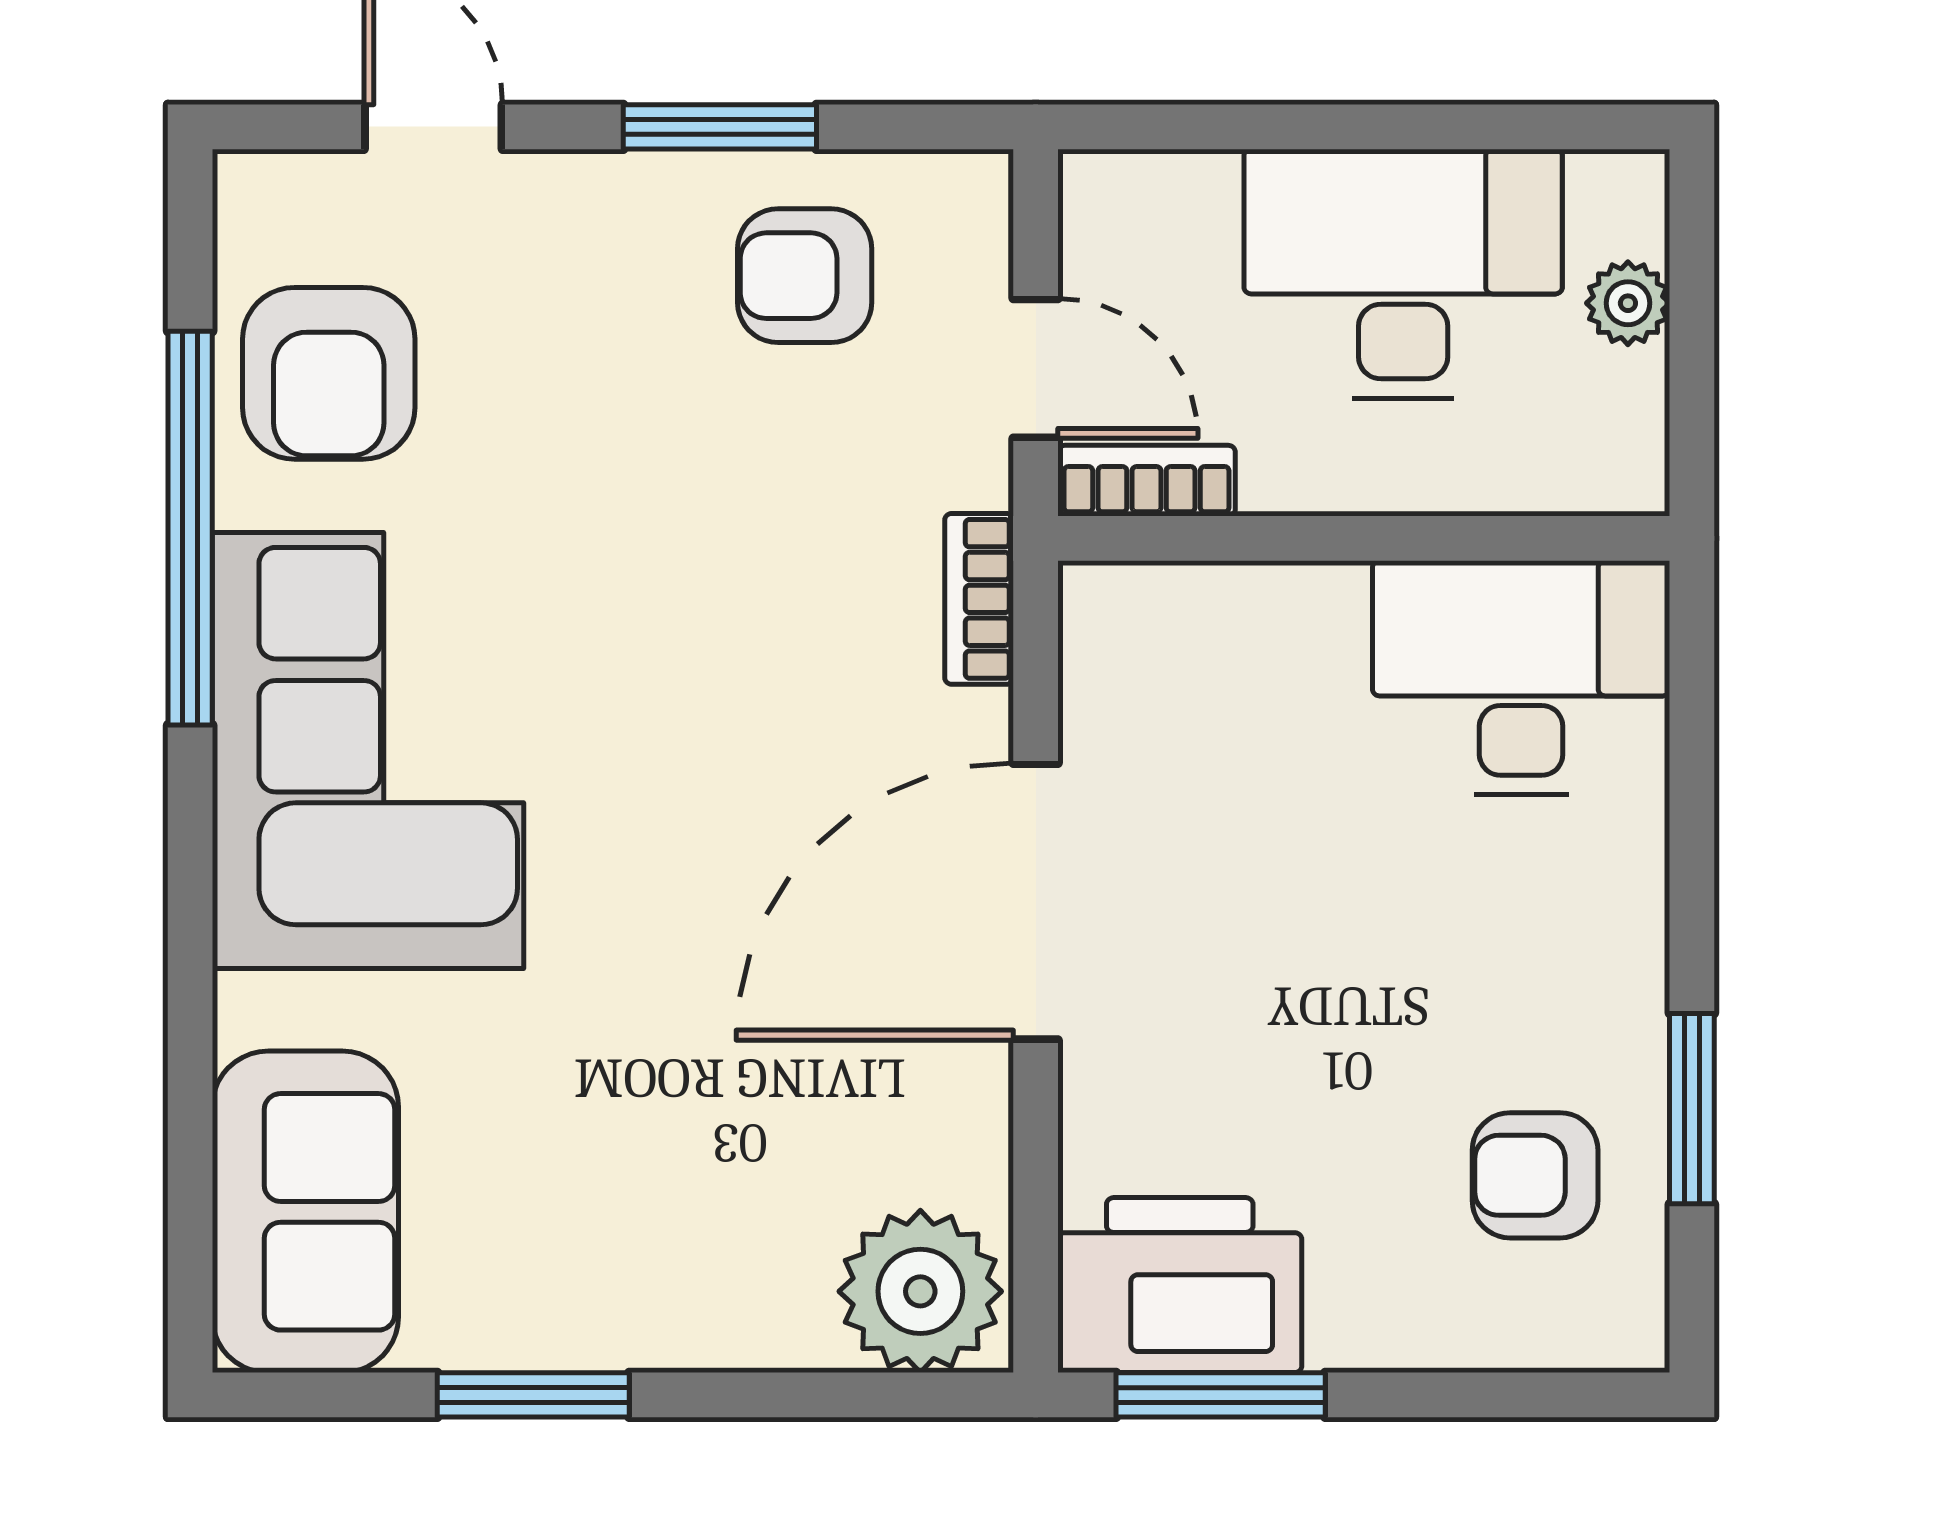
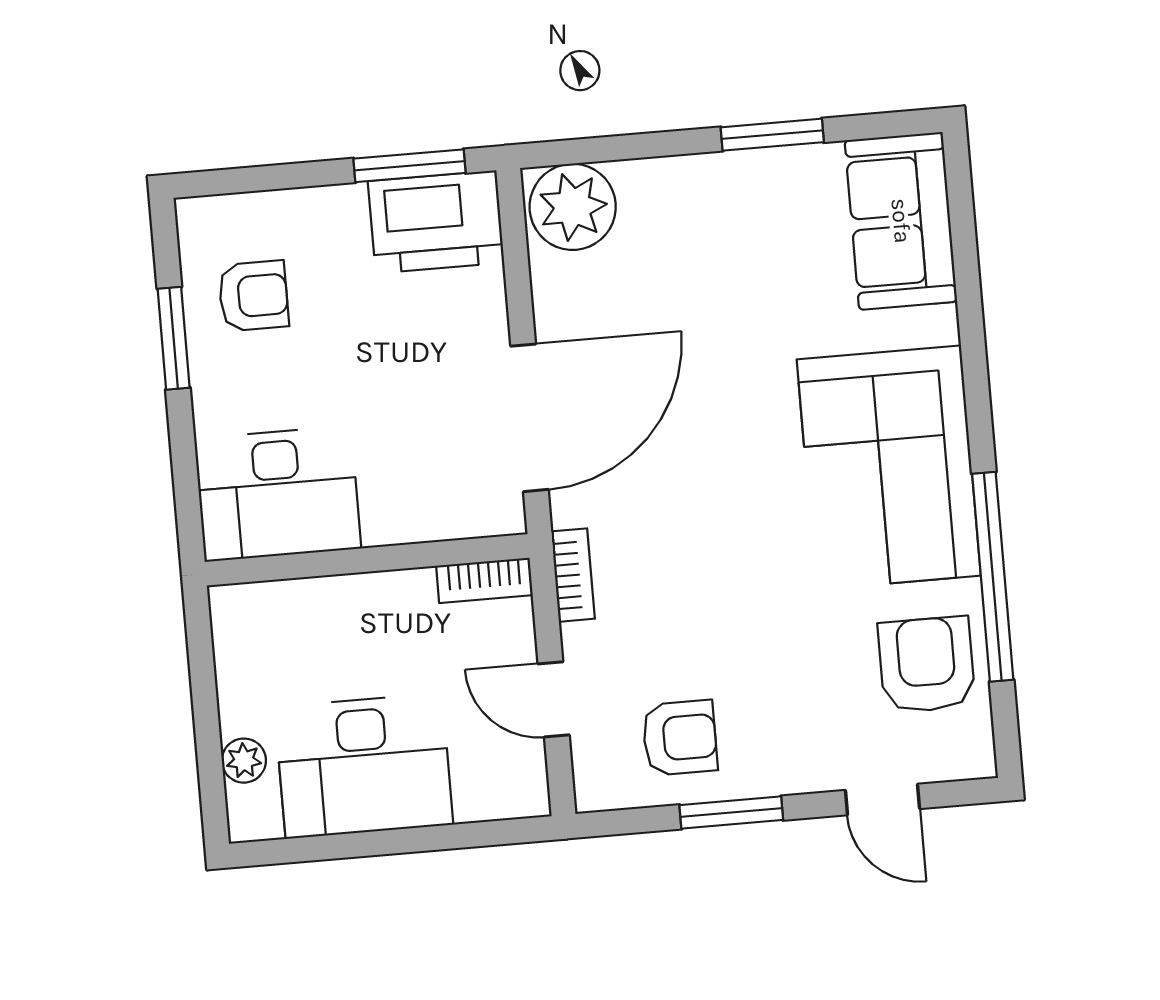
bookcase: (1146, 481) -> (484, 580), moved
wall: (1364, 538) -> (367, 560), moved
desk: (1521, 677) -> (278, 494), moved

